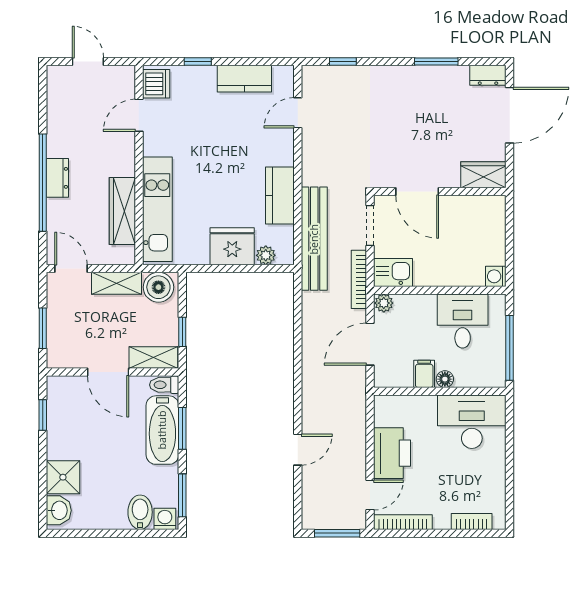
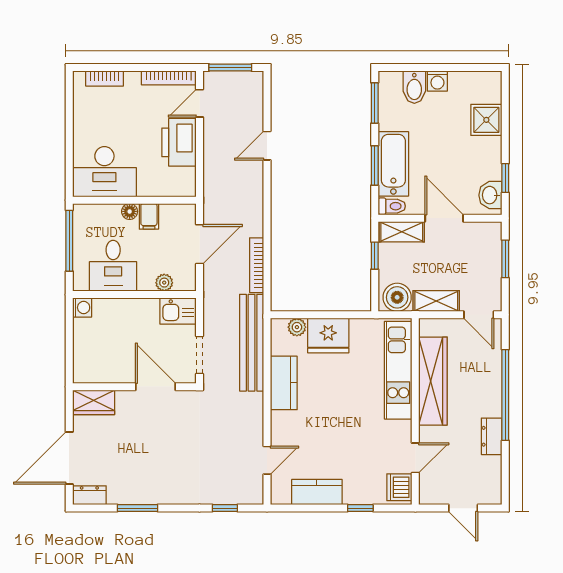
dresser: (57, 178) -> (492, 436), moved
wardrobe: (122, 211) -> (433, 381), width x1.40, depth x1.17
bookcase: (359, 279) -> (257, 265), moved, turned 180
plant: (384, 303) -> (164, 283), moved
washbasin: (59, 510) -> (490, 195), moved
washing machine: (165, 519) -> (437, 81), moved

